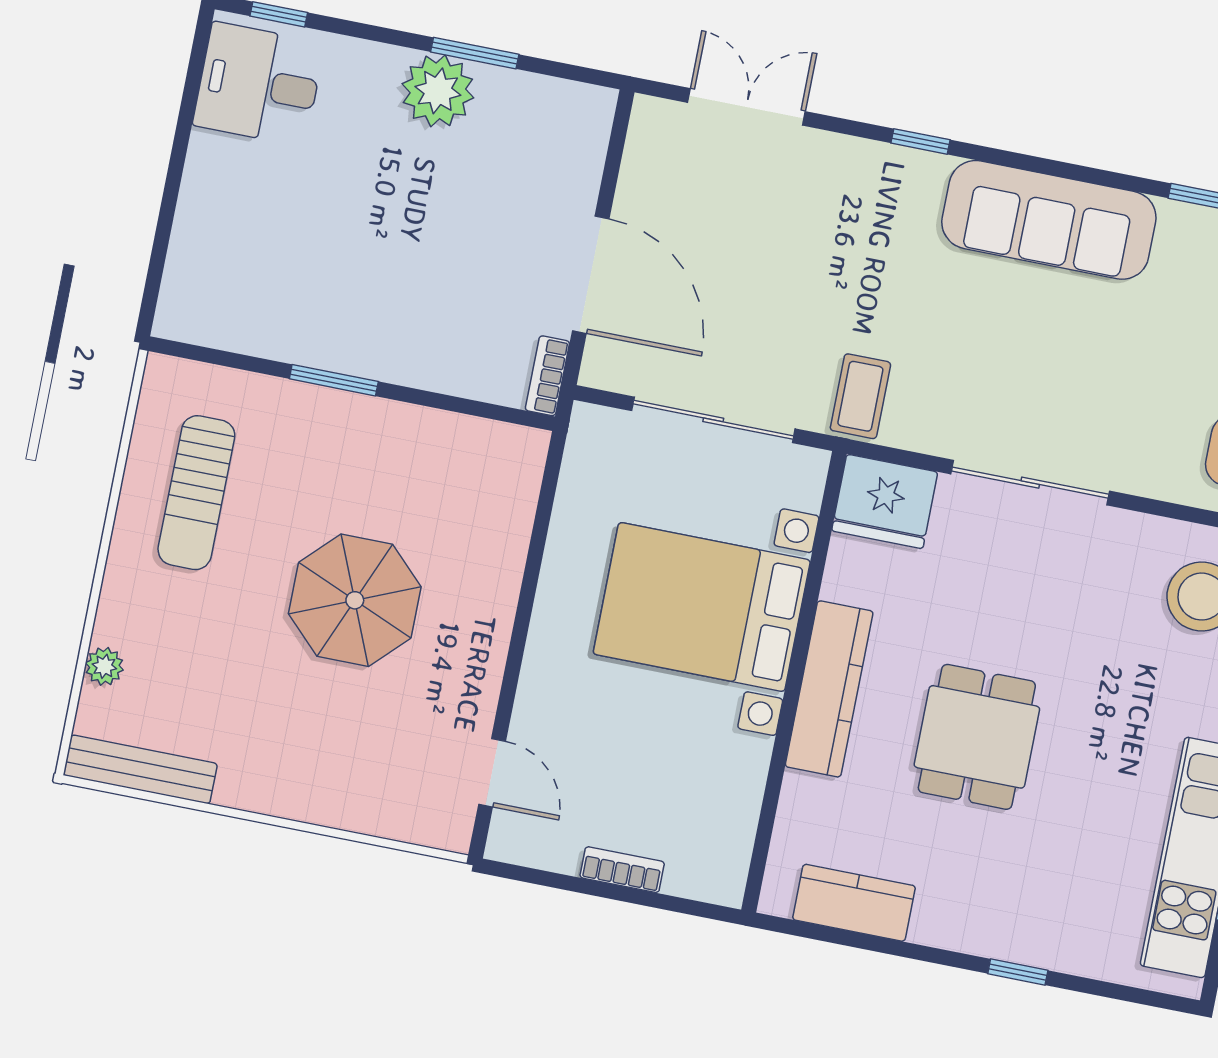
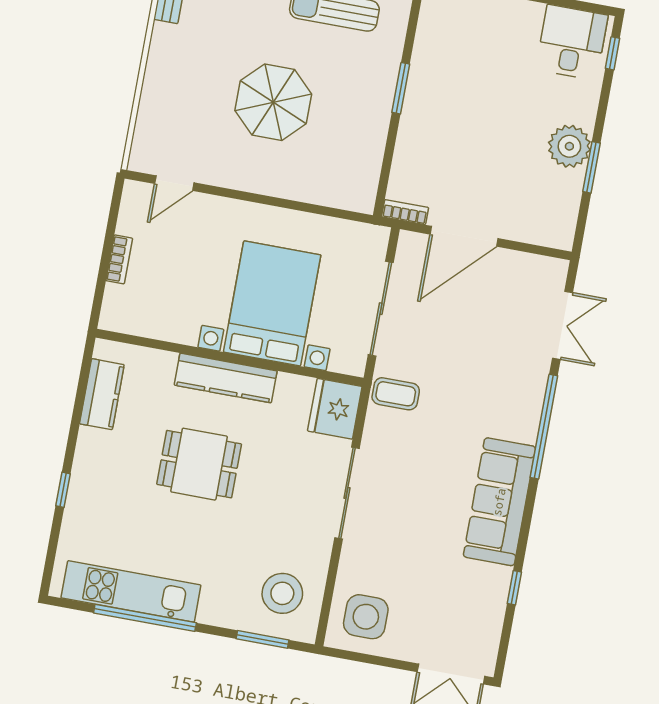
window: (921, 141) -> (544, 427), width x3.17

